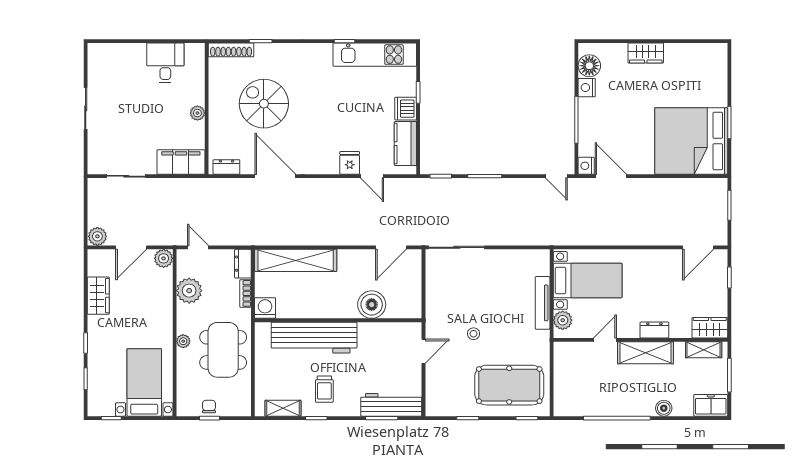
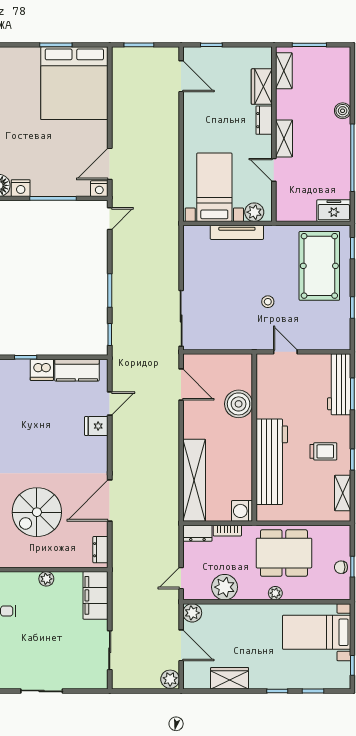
wardrobe: (710, 328) -> (262, 87), moved
shelving: (645, 353) -> (284, 138), width x0.67, depth x0.75
freezer: (711, 405) -> (334, 211), moved, turned 90

